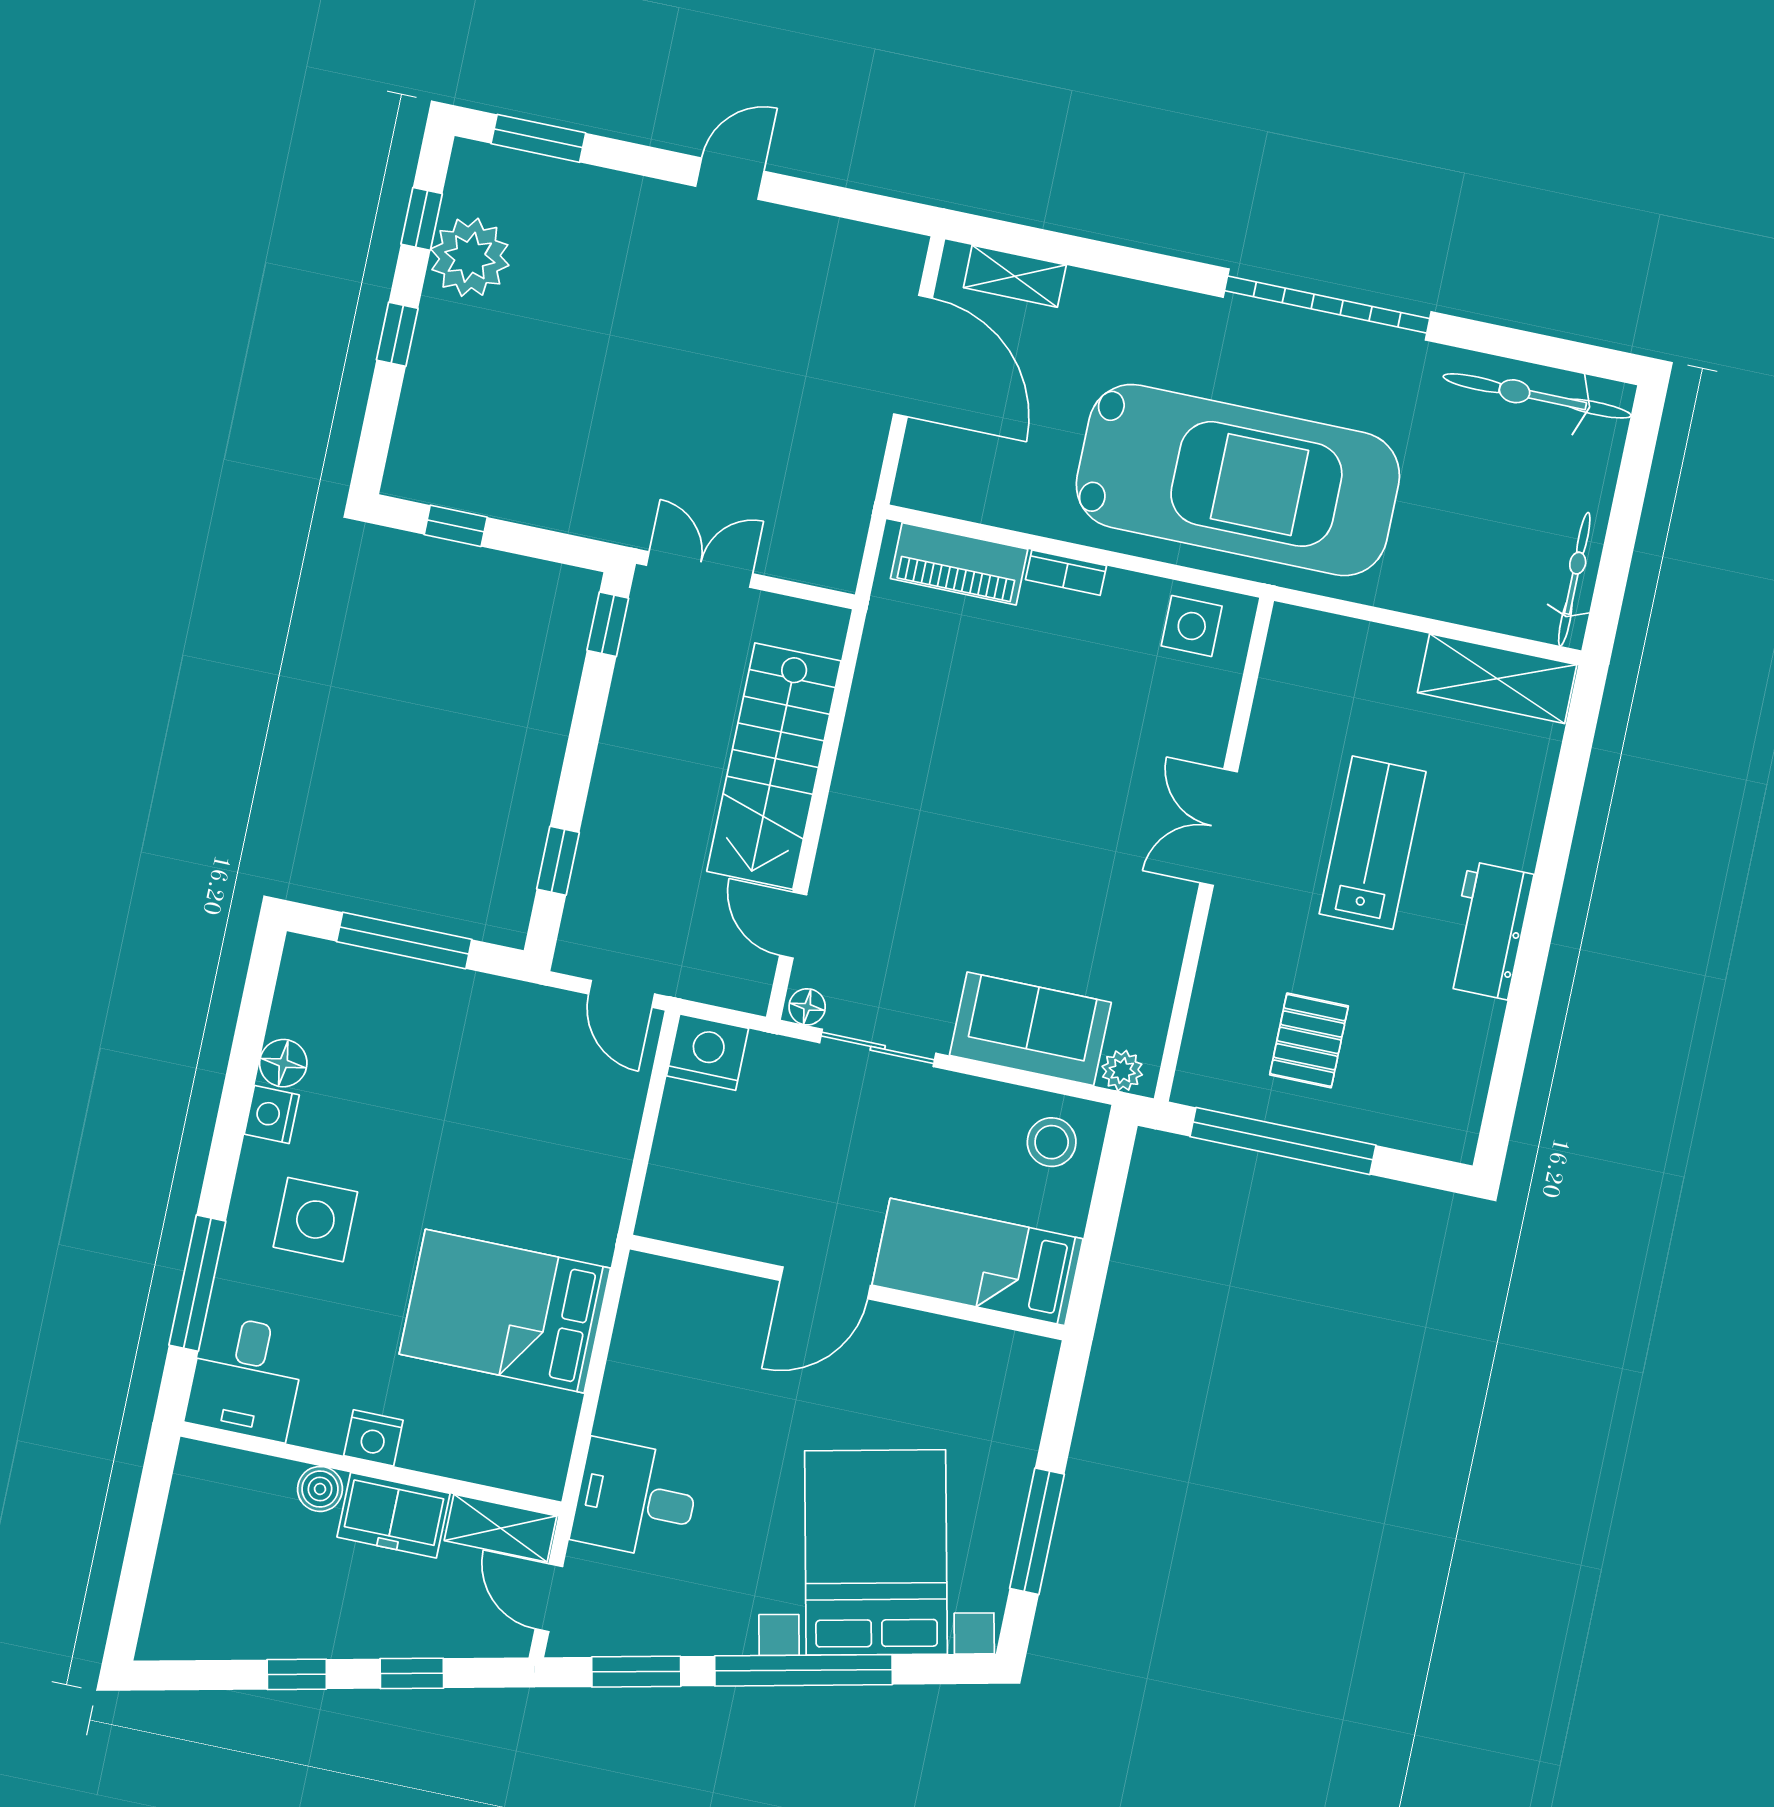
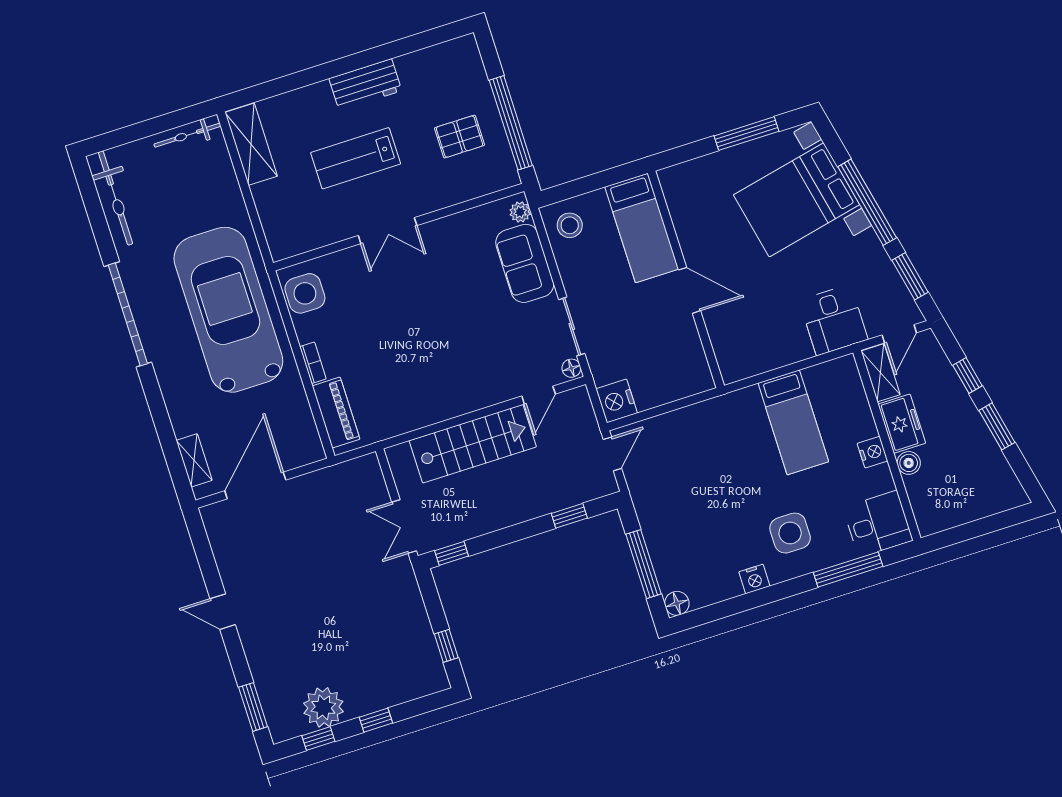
side table: (1192, 626) -> (305, 293), width x1.37, depth x1.37
floor lamp: (283, 1063) -> (677, 603), moved
bed: (505, 1311) -> (793, 422), width x0.67
window: (297, 1674) -> (997, 426), width x1.50

